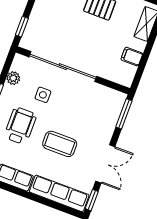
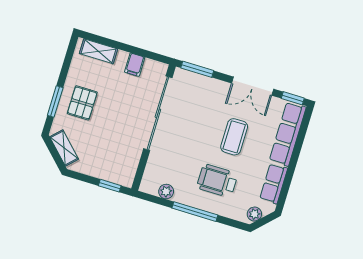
sliding door: (63, 67) -> (158, 113), moved
side table: (43, 95) -> (182, 158), removed
double door: (105, 164) -> (253, 86), swing flipped

